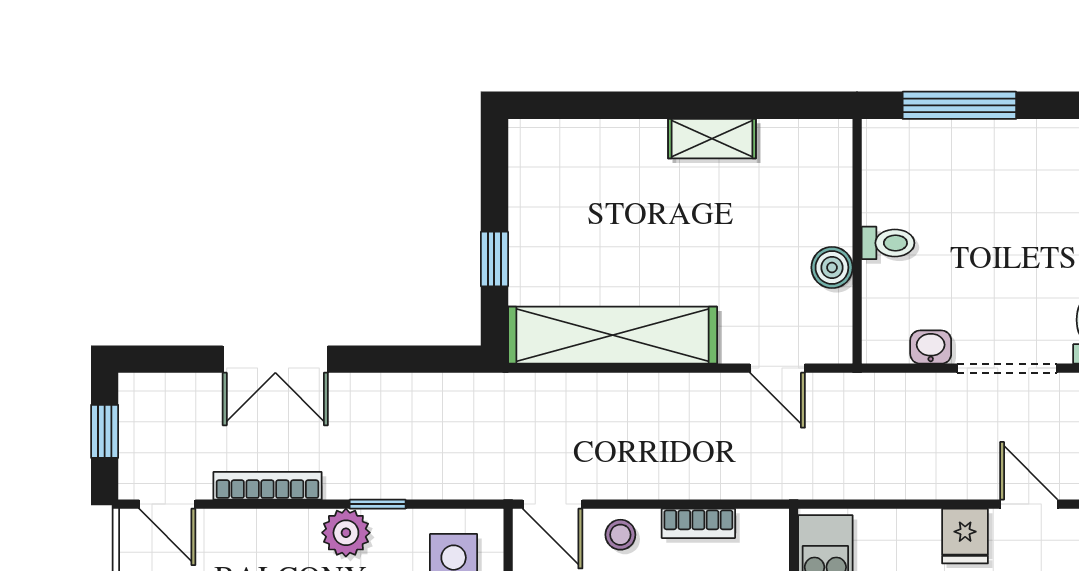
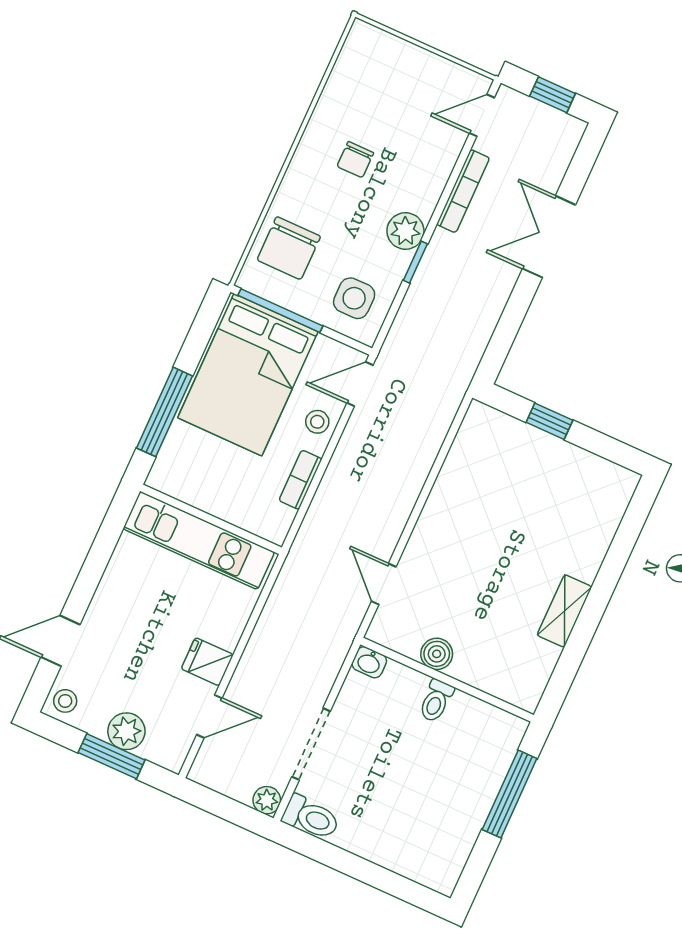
shelving: (613, 335) -> (459, 479), removed
washbasin: (931, 347) -> (369, 662), moved, turned 90
door: (777, 368) -> (384, 584), hinge flipped

